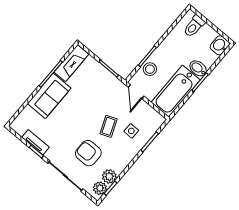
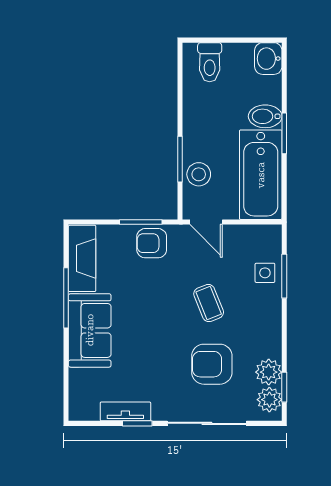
armchair: (106, 81) -> (152, 243), added
side table: (131, 131) -> (265, 273), moved

